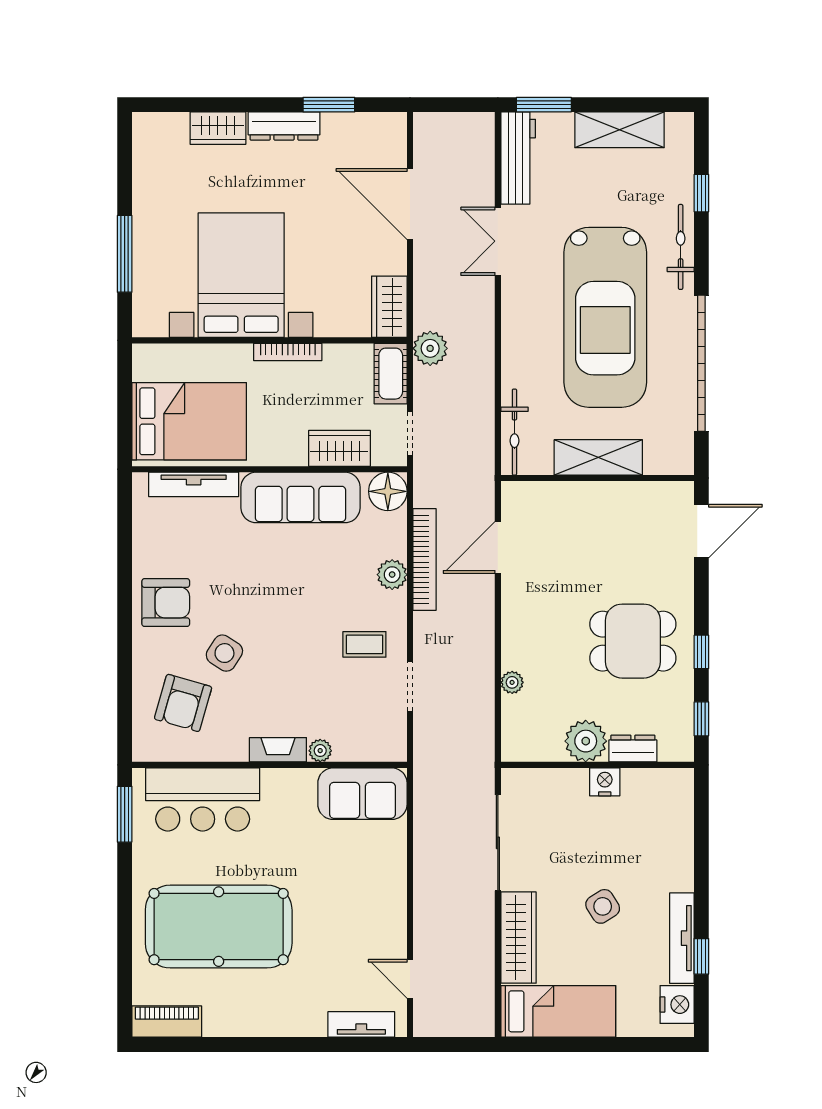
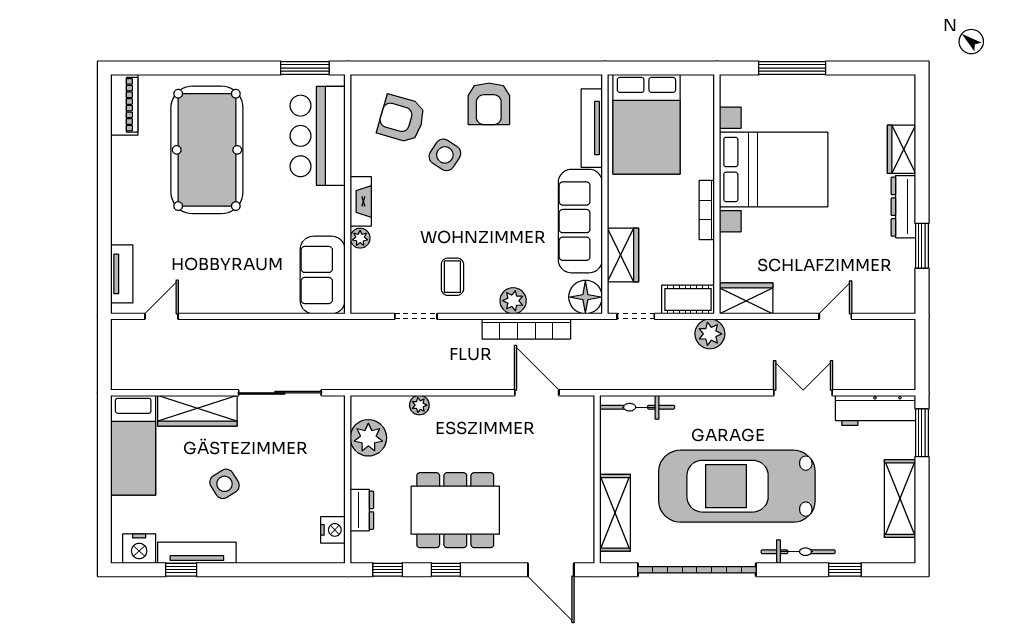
door: (410, 204) -> (835, 316), width x0.53
shelving: (598, 457) -> (615, 513), moved
dining table: (633, 641) -> (455, 510), width x1.38
plant: (586, 741) -> (368, 438), moved
nightstand: (605, 782) -> (333, 530), moved

